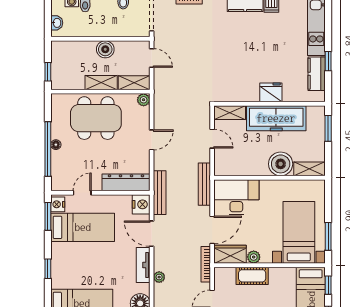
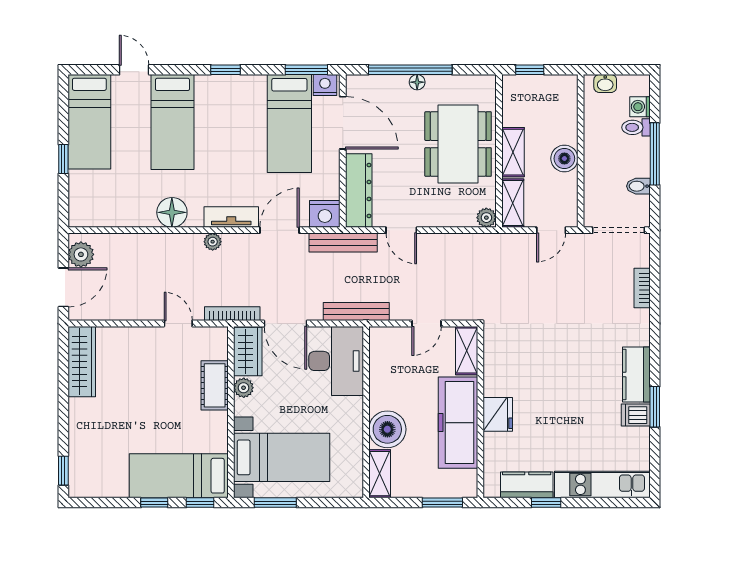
door: (152, 140) -> (401, 230), moved
door: (82, 193) -> (343, 123), width x1.87

